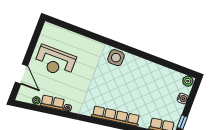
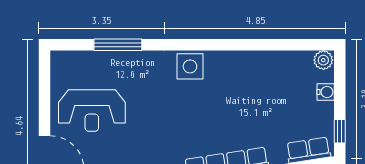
window: (82, 32) -> (118, 45), added

